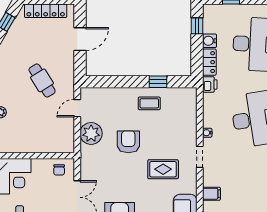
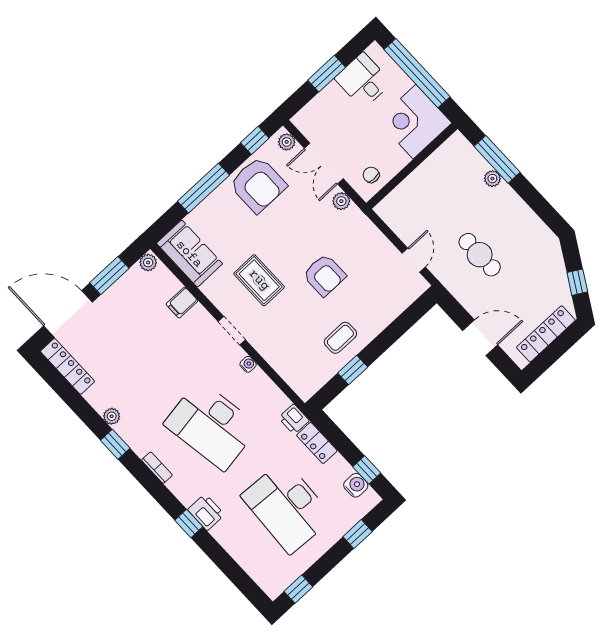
door: (80, 39) -> (480, 338), swing flipped
water cooler: (209, 41) -> (356, 485), moved
cafe table: (42, 80) -> (480, 255), turned 32
plant: (91, 133) -> (341, 201), moved, width x0.53, depth x0.53
rug: (163, 169) -> (259, 280), turned 90

